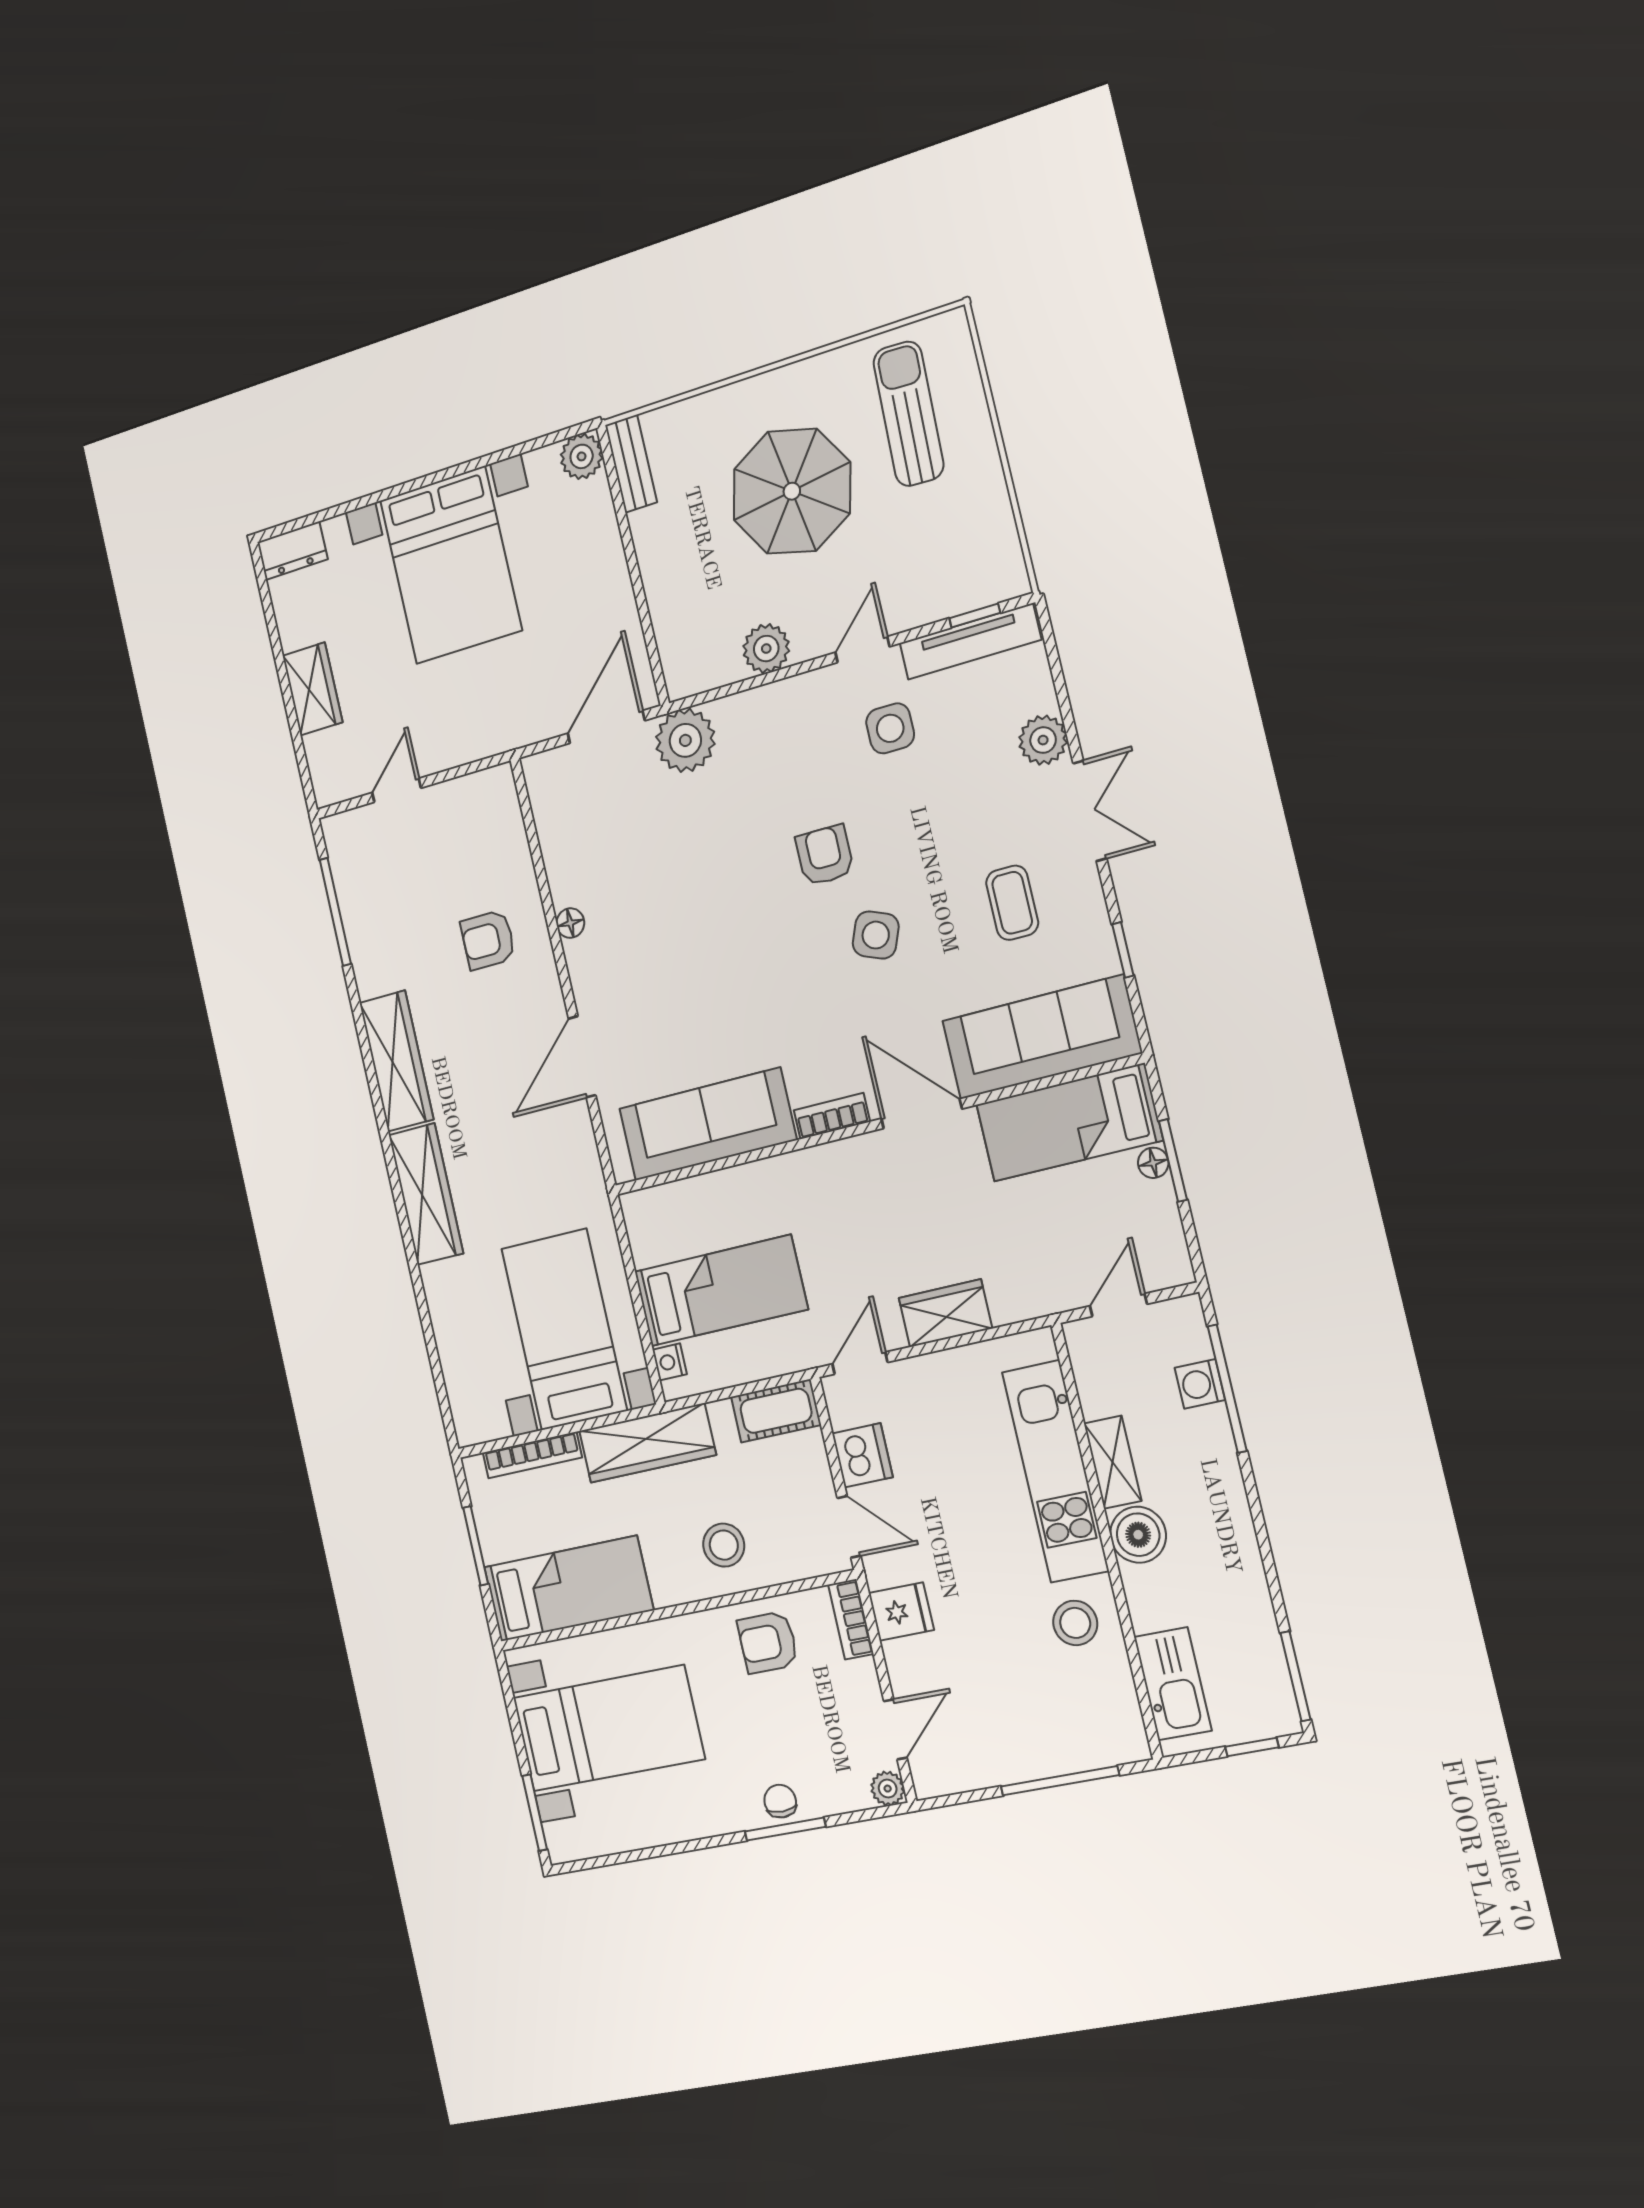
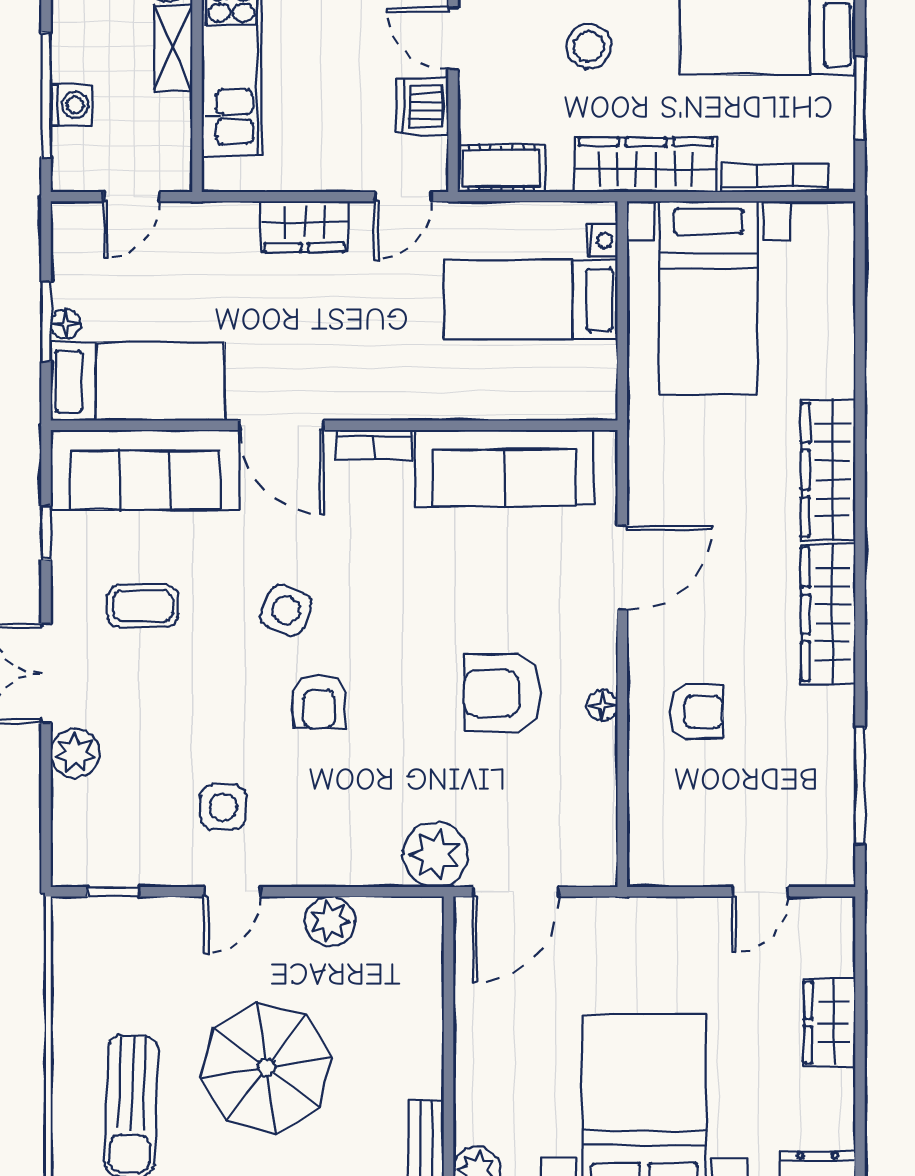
tv unit: (970, 641) -> (123, 868), removed
coffee table: (1012, 903) -> (143, 606), turned 90
armchair: (661, 910) -> (503, 693), added

